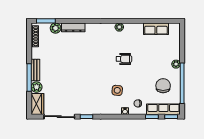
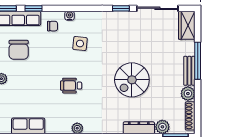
spiral stairs: (78, 63) -> (132, 80), added
plant: (37, 87) -> (188, 94), moved

